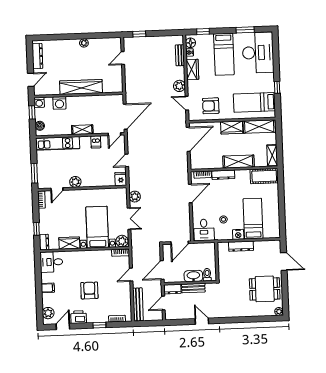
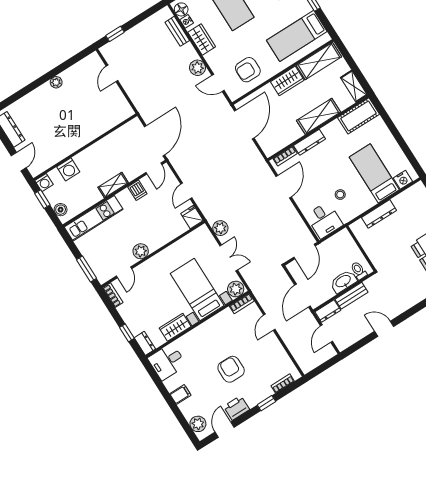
wardrobe: (81, 87) -> (83, 136), removed
nightstand: (238, 234) -> (403, 180), moved
bench: (138, 304) -> (298, 353), removed

